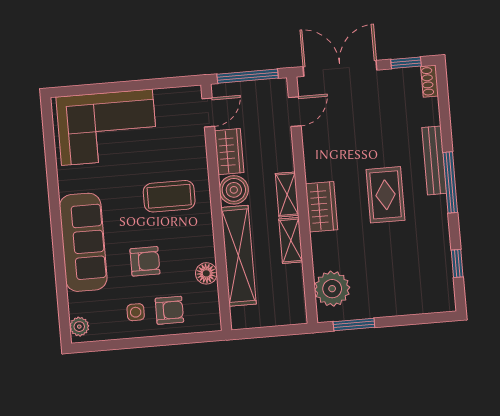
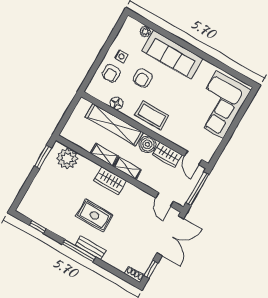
bench: (434, 160) -> (90, 248), width x0.73
coffee table: (169, 196) -> (152, 115), moved, turned 90
plant: (79, 327) -> (145, 32), moved

